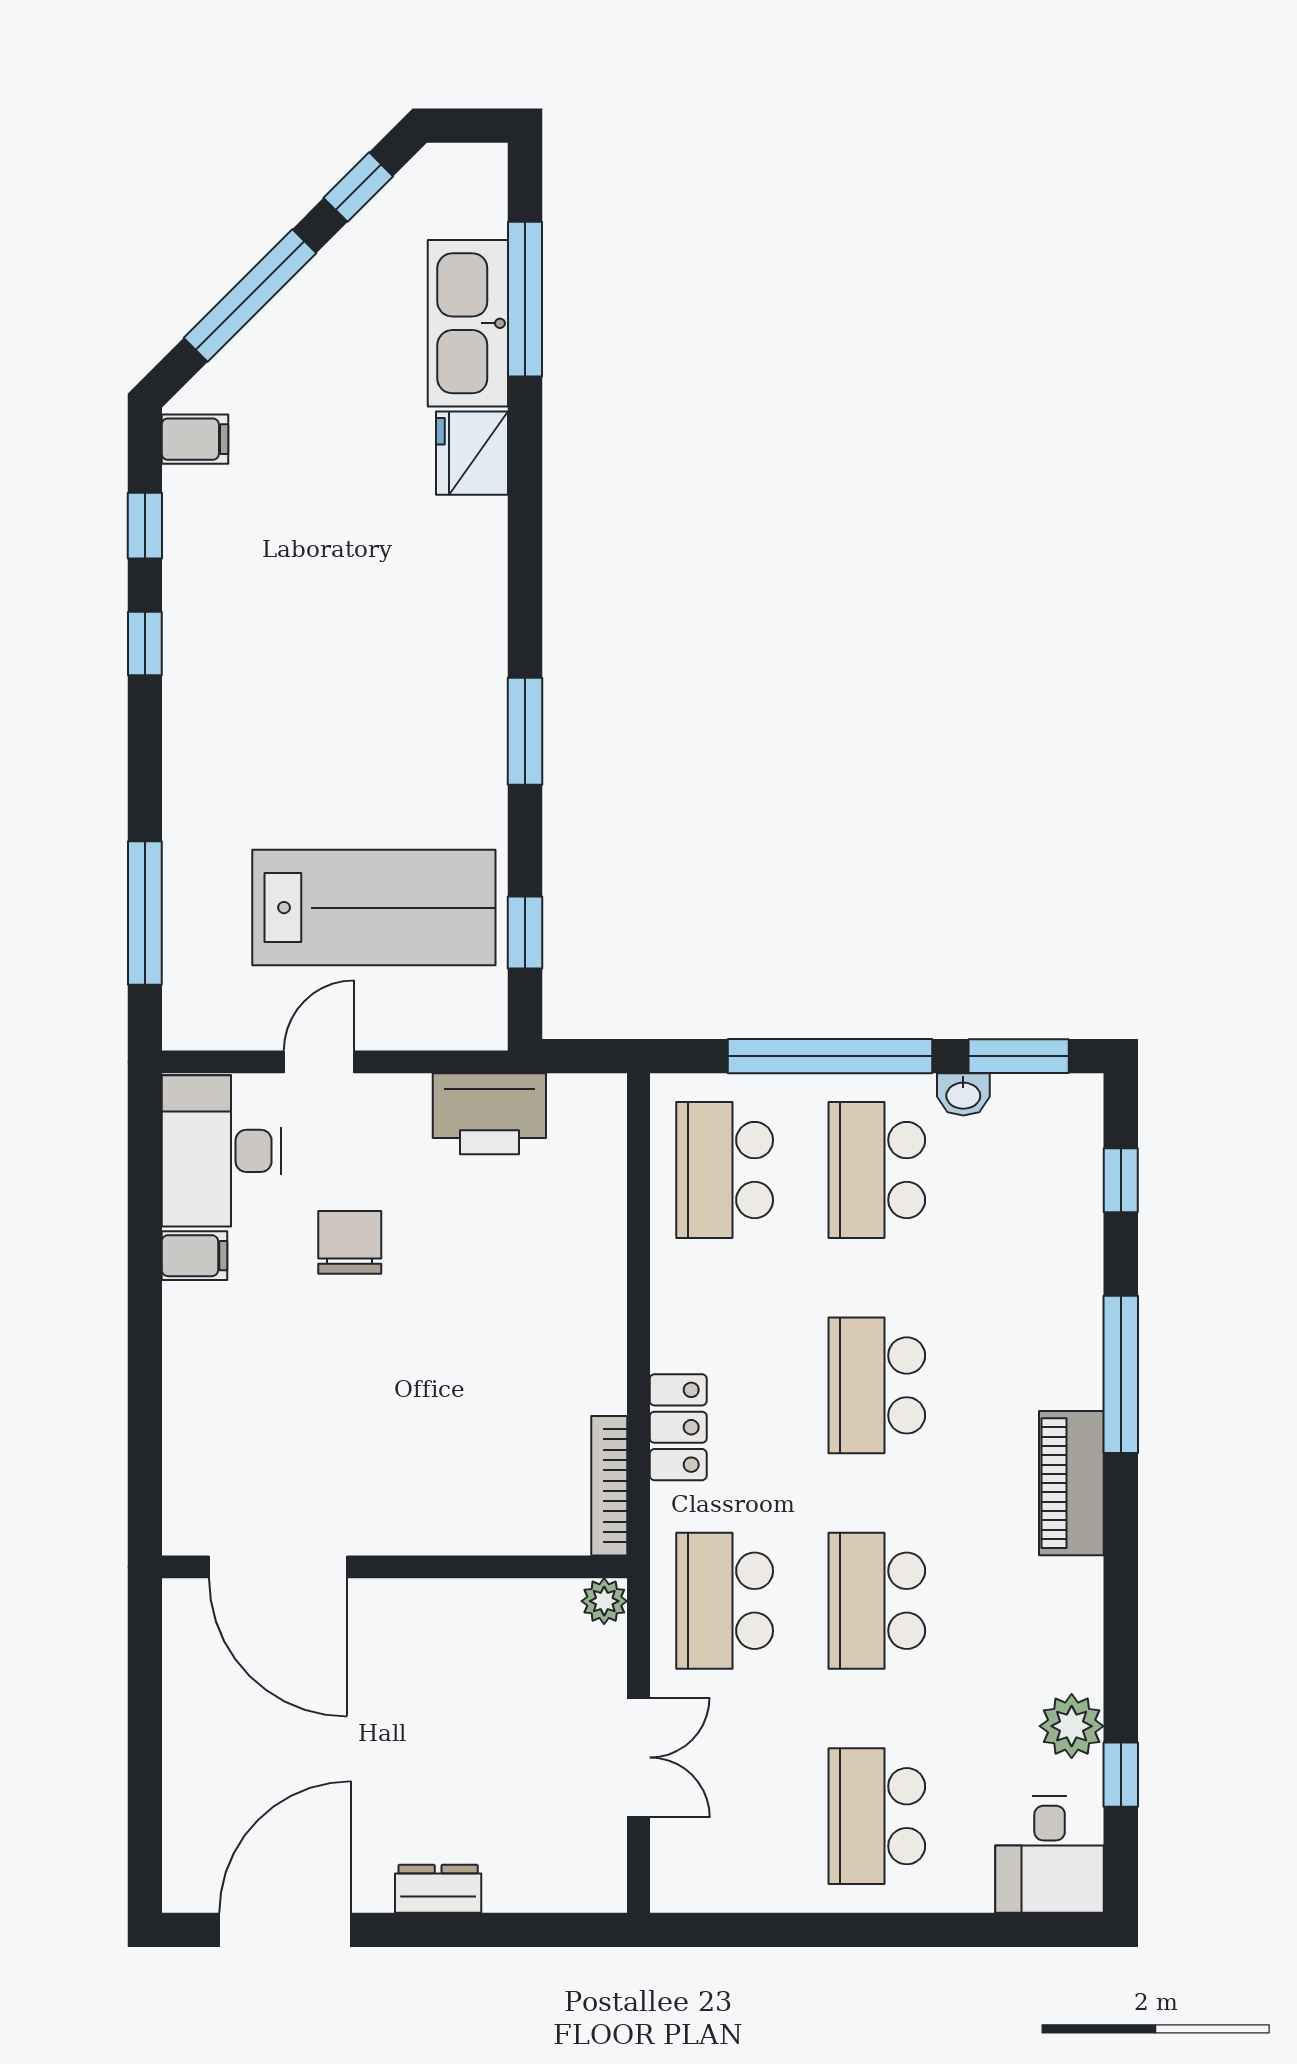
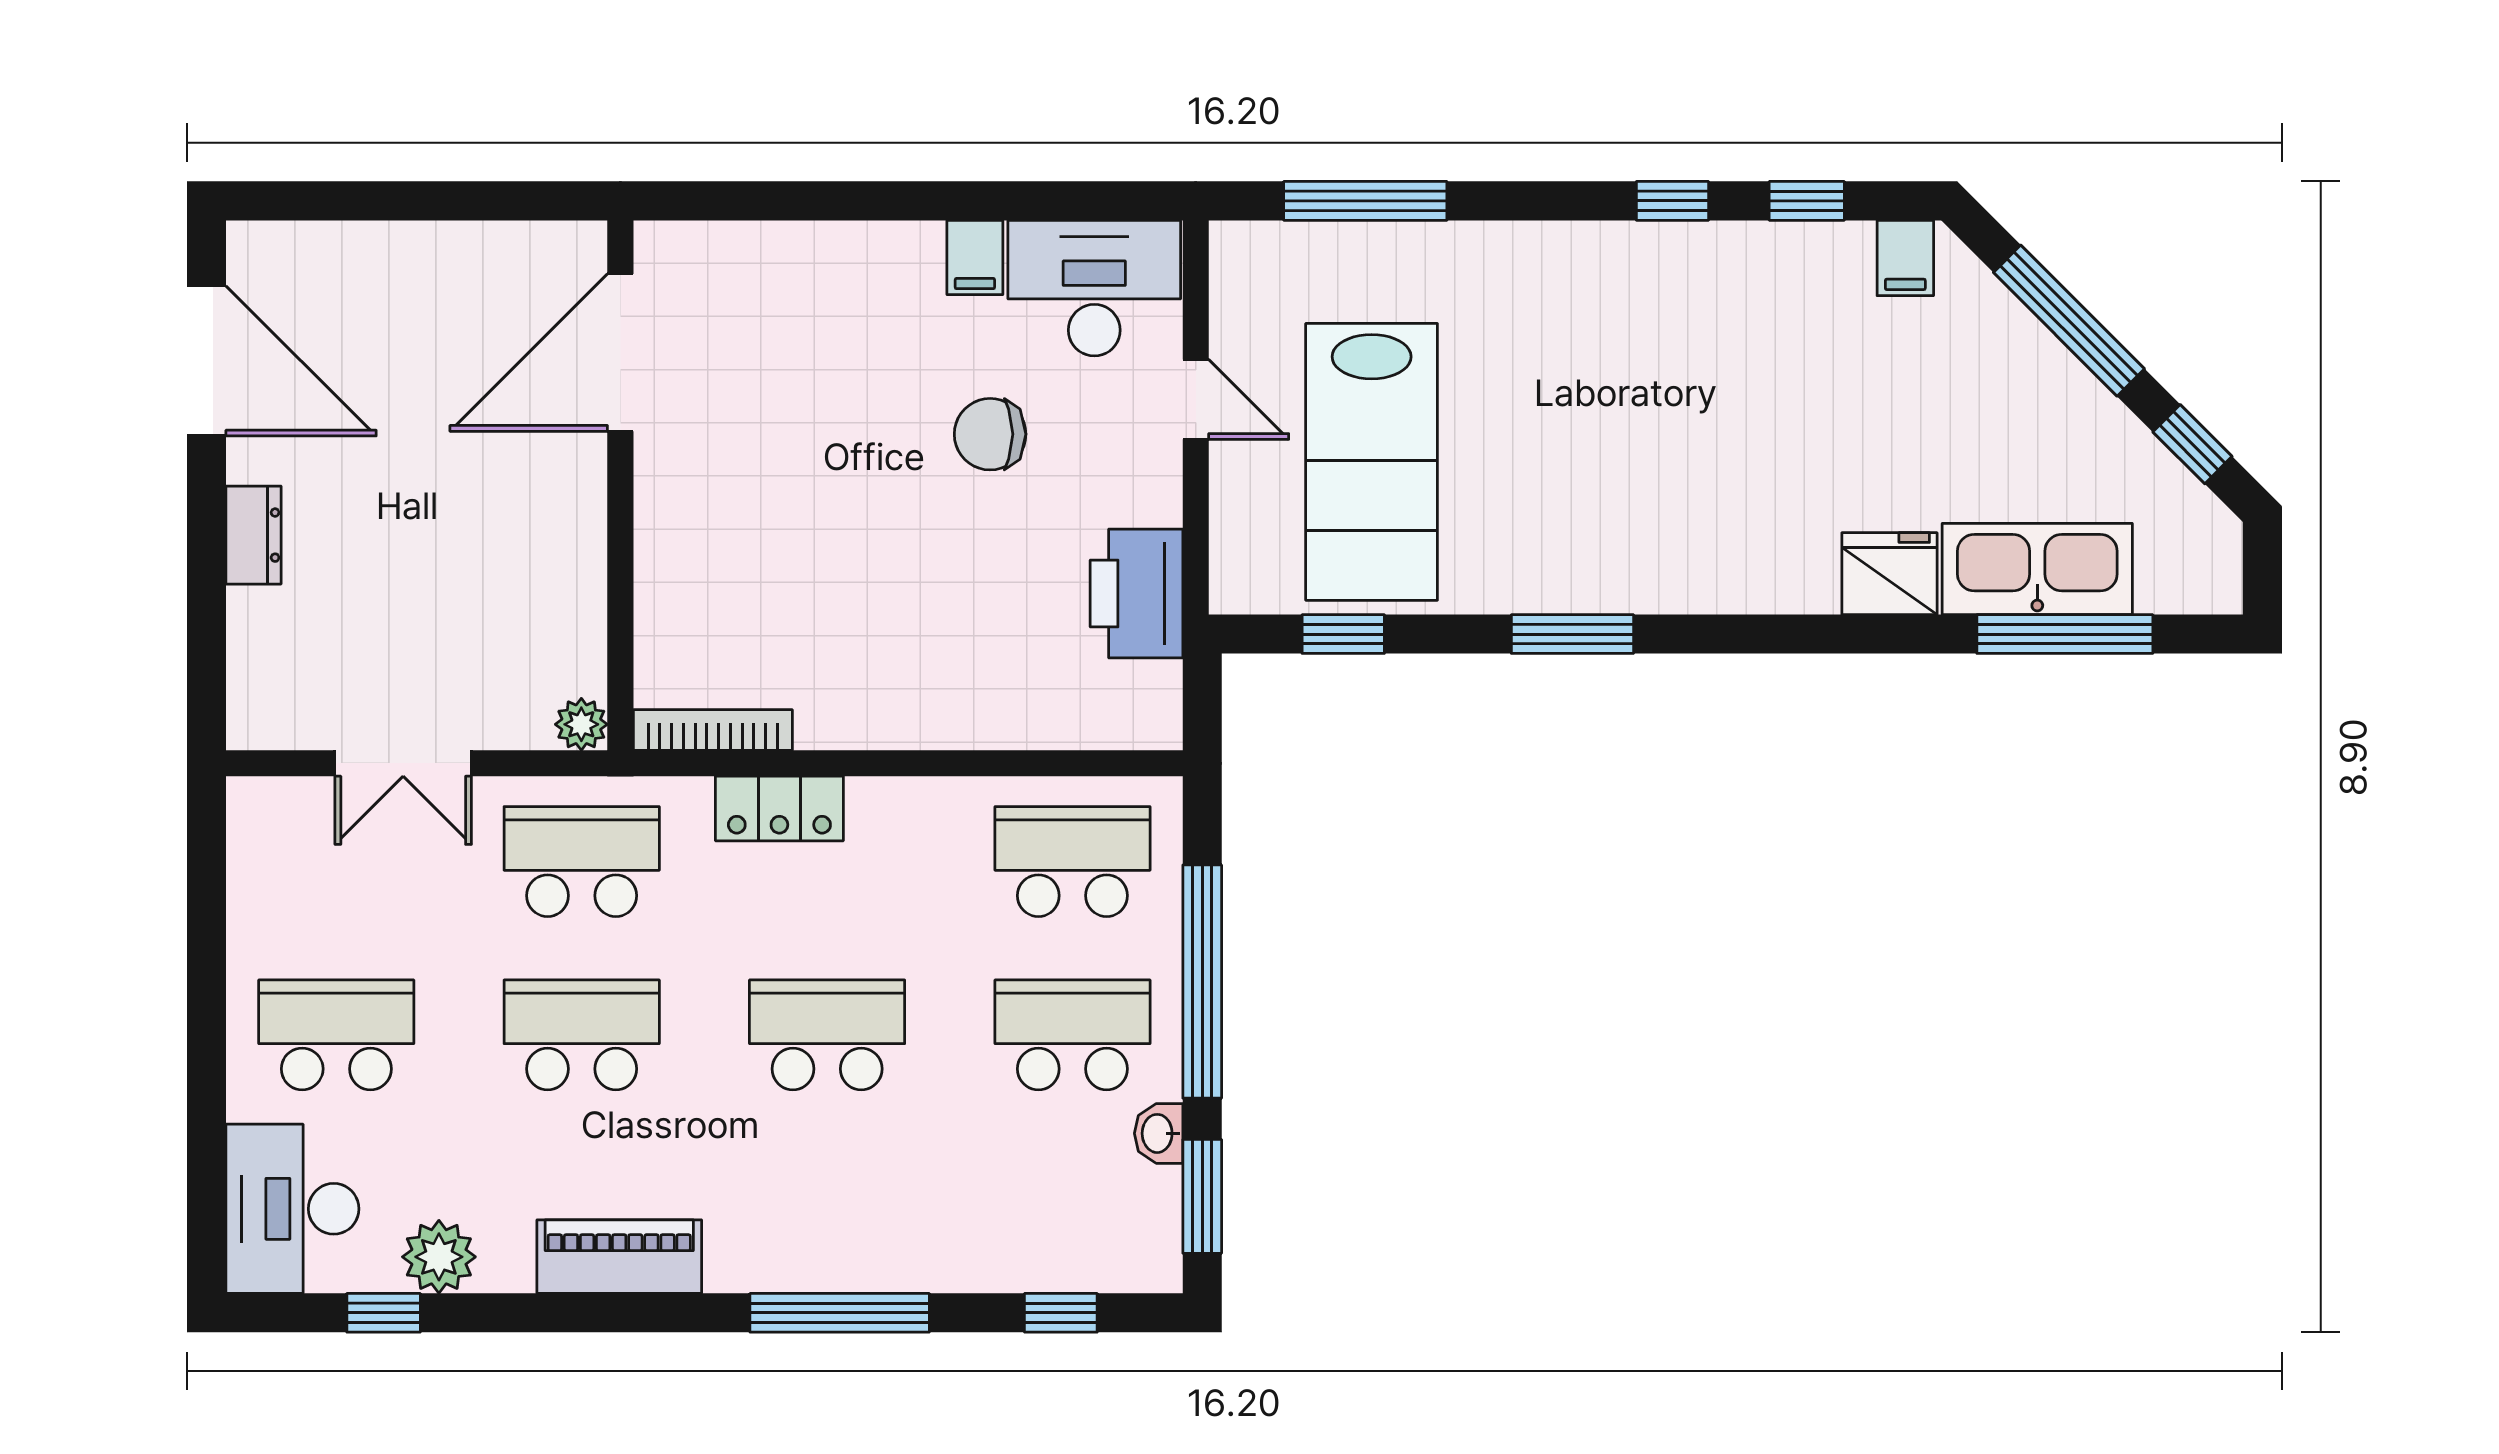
chair: (350, 1242) -> (990, 434), turned 180
piano: (1071, 1483) -> (619, 1257), moved
desk: (1050, 1855) -> (292, 1209), width x1.37

